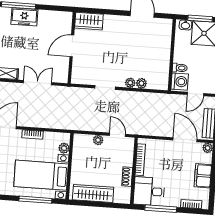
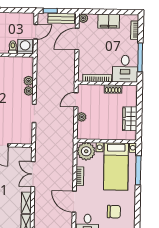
door: (195, 94) -> (36, 32), hinge flipped
plant: (64, 148) -> (86, 151), width x1.88, depth x1.88
wardrobe: (93, 193) -> (130, 119), width x0.67

